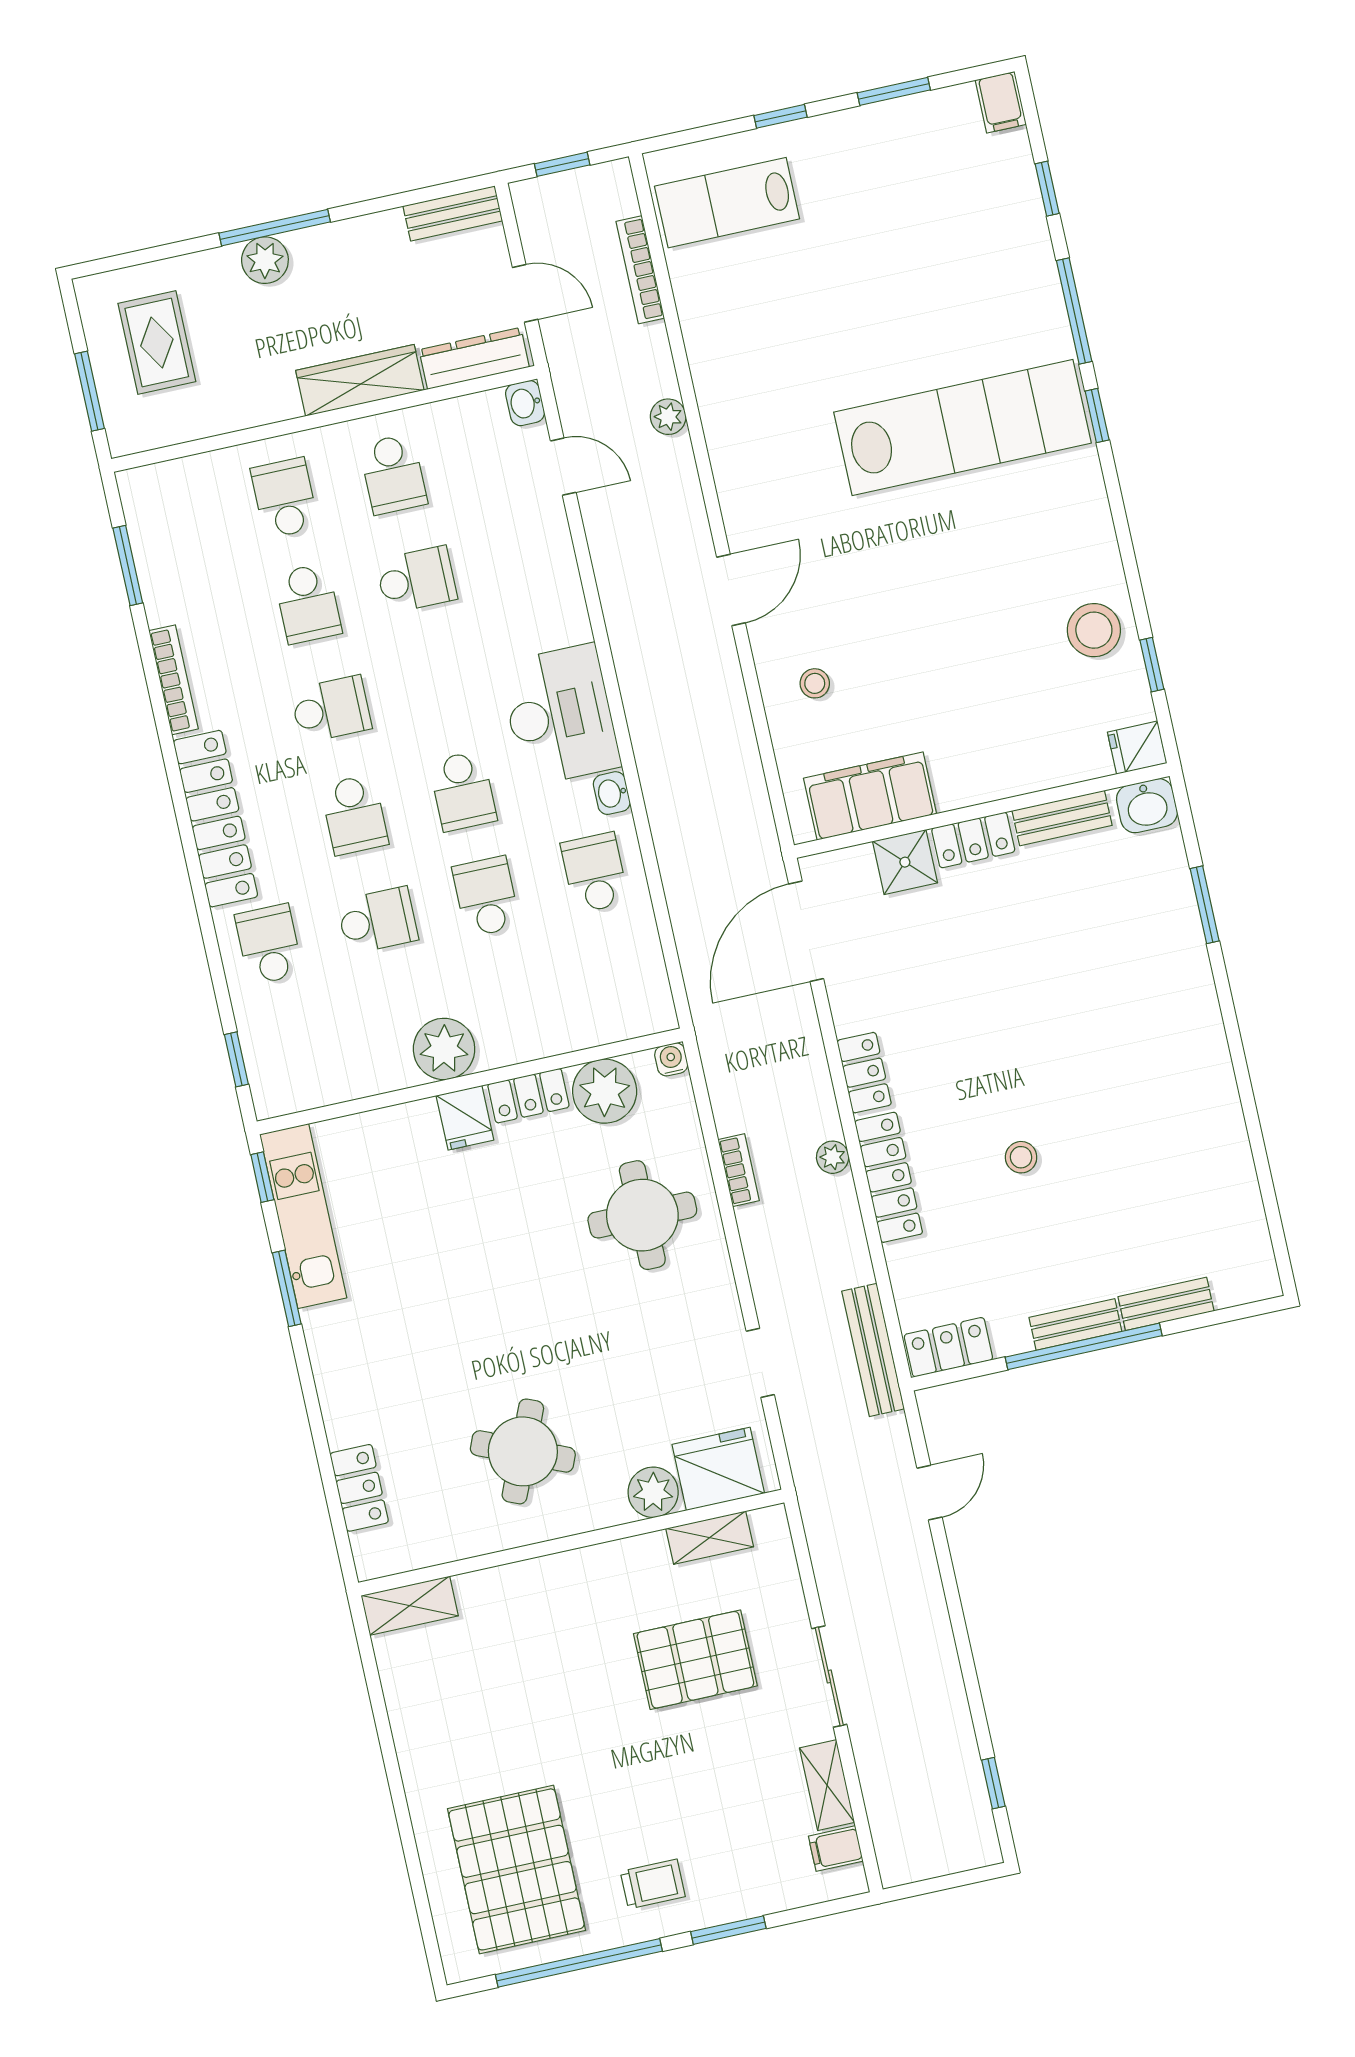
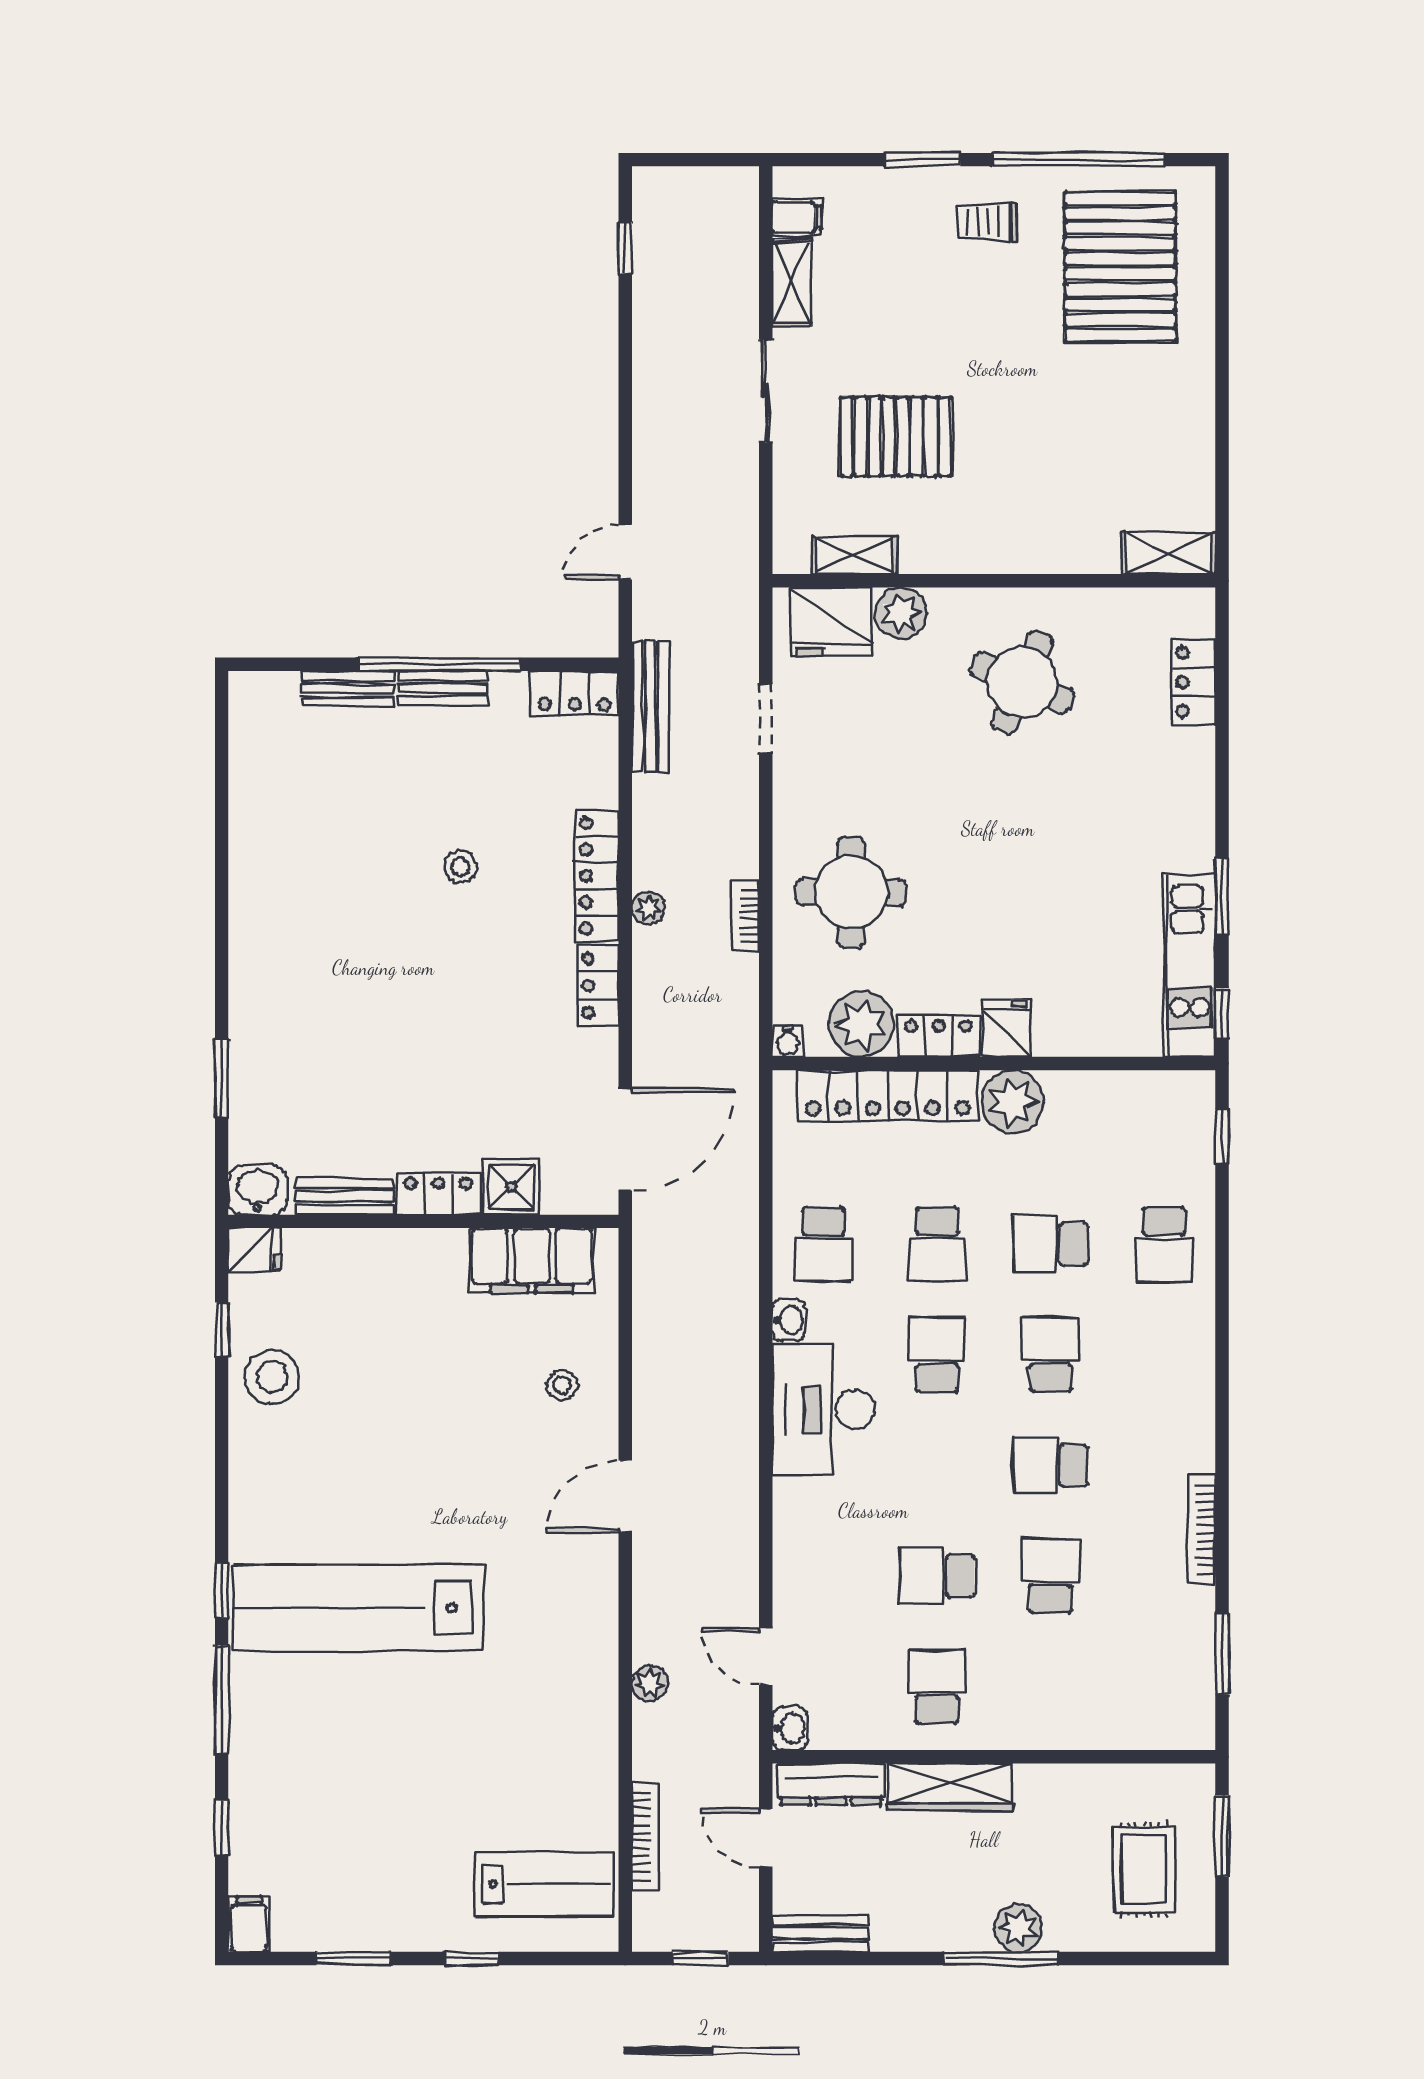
school desk: (285, 498) -> (1051, 1686), removed
locker: (216, 819) -> (888, 1095), moved, turned -90

